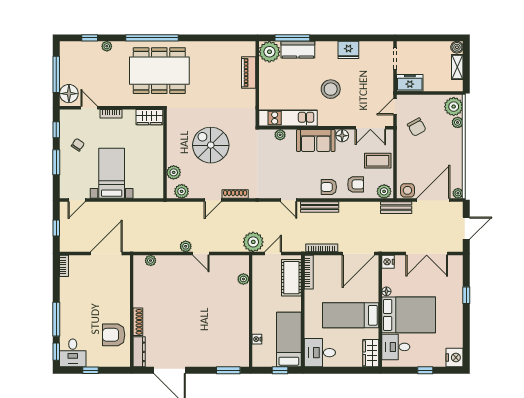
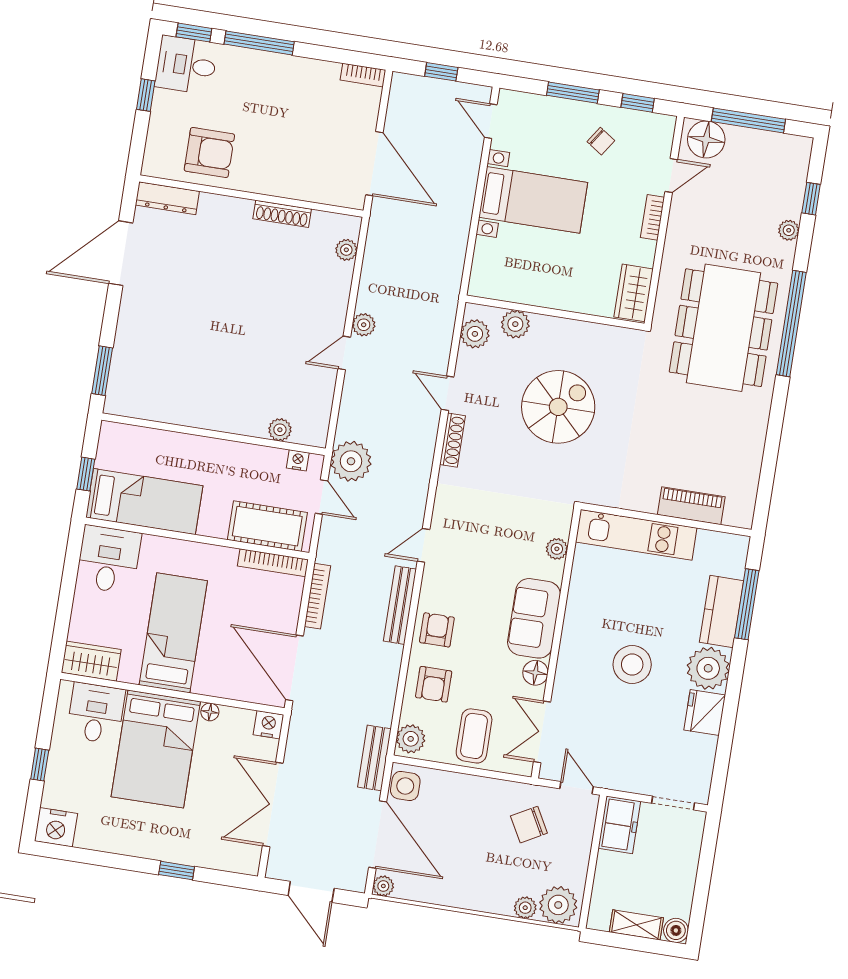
plant: (269, 52) -> (708, 668), moved
kitchen unit: (288, 118) -> (636, 535), moved, turned 90
shoe rack: (138, 322) -> (282, 214), moved
armchair: (114, 335) -> (209, 153), turned 90
nightstand: (257, 339) -> (298, 460), moved

